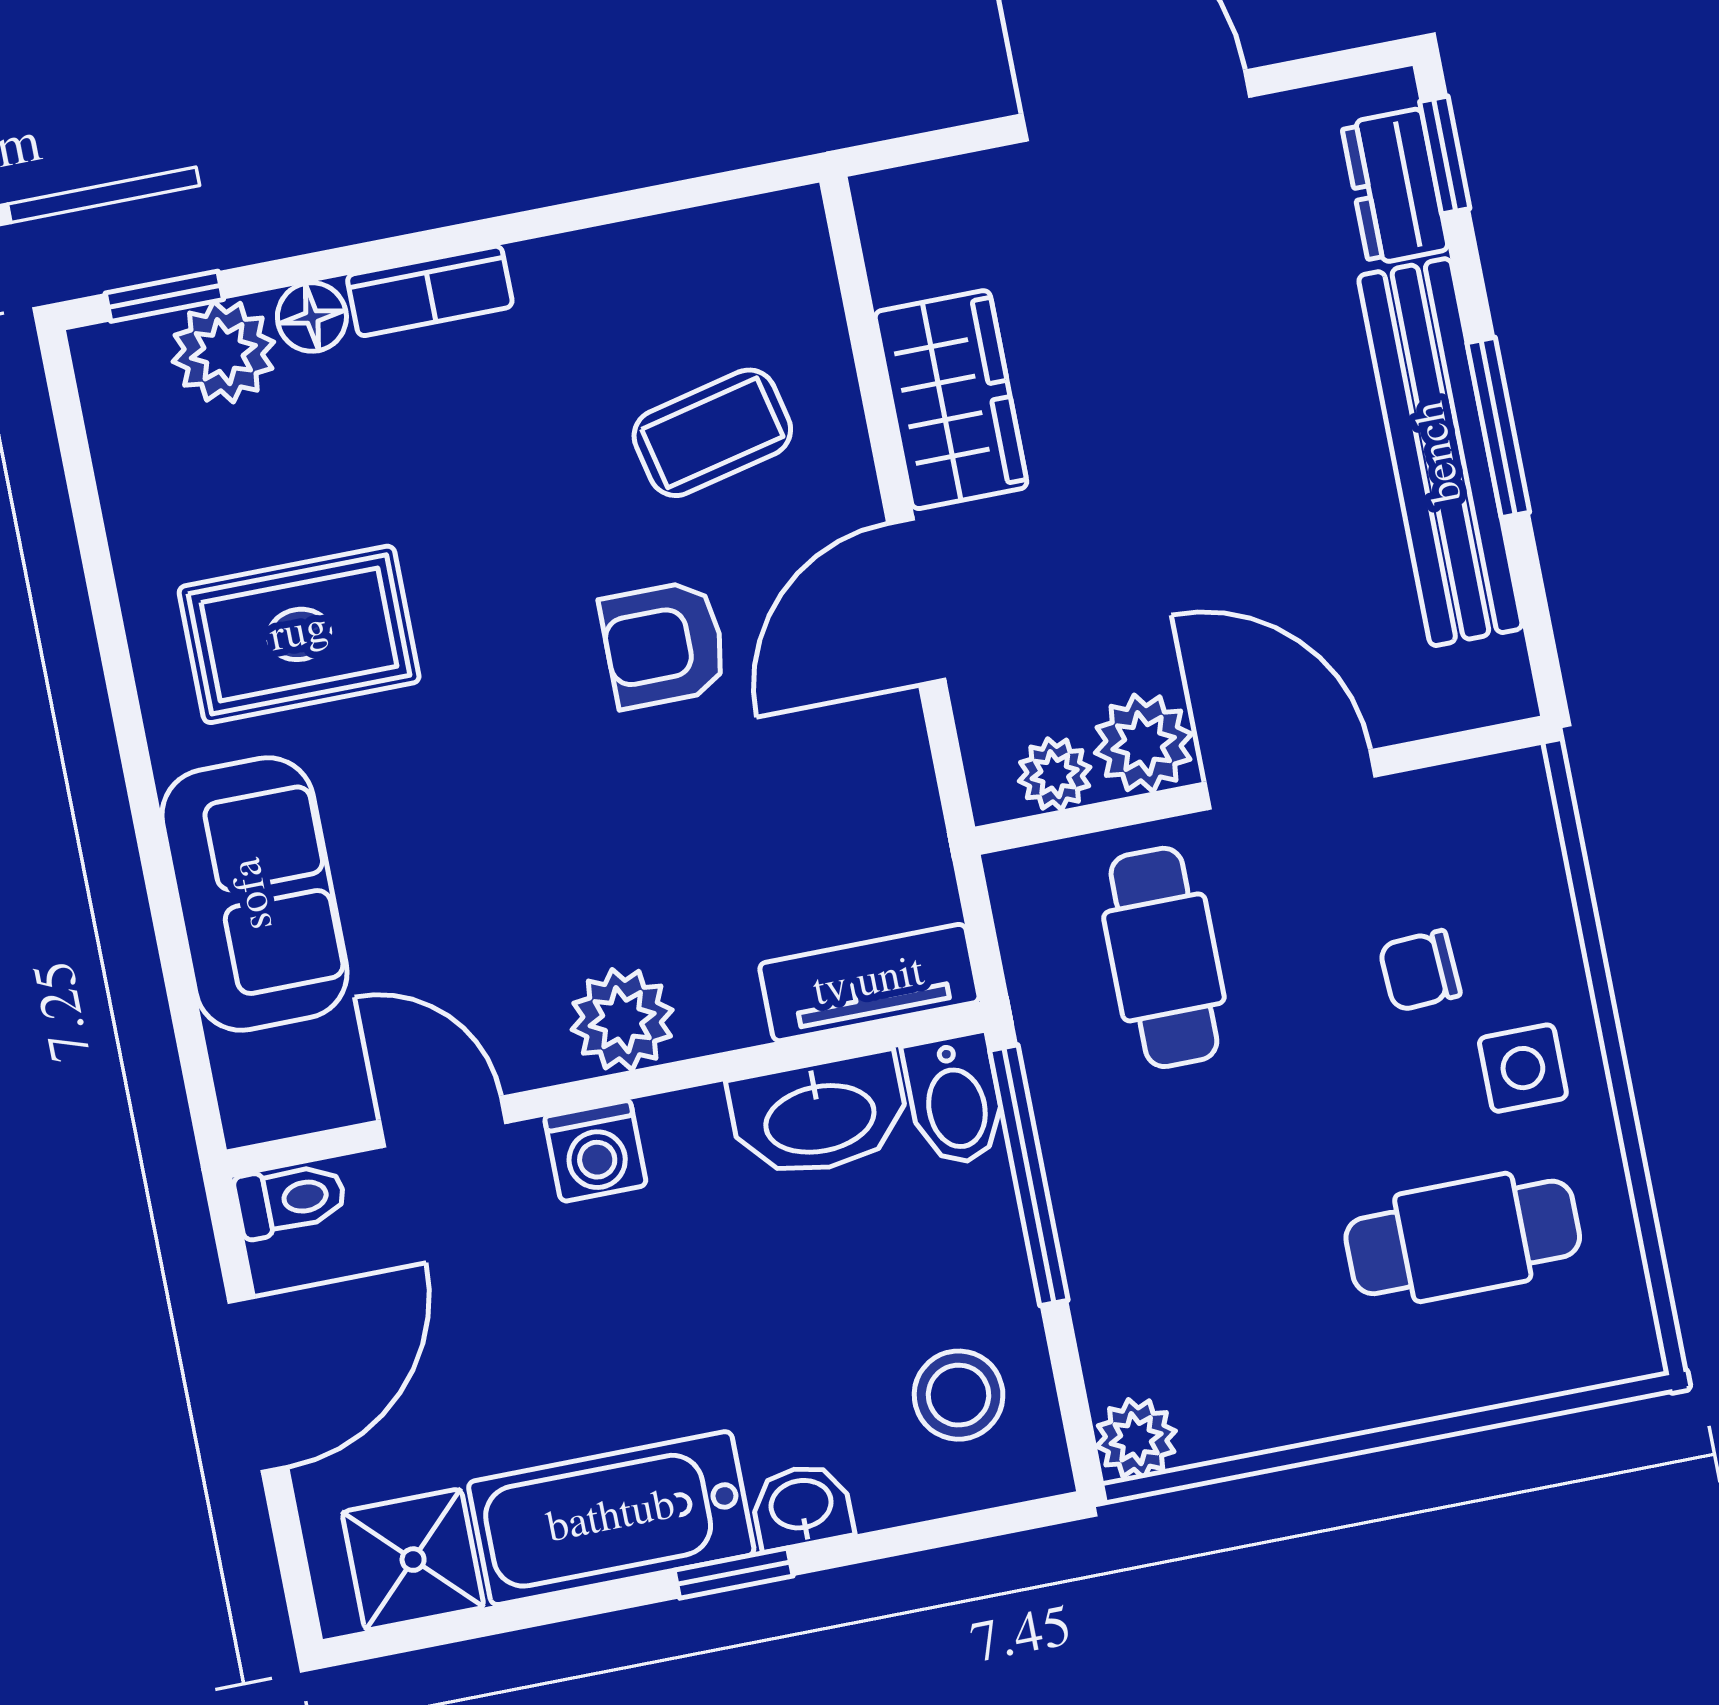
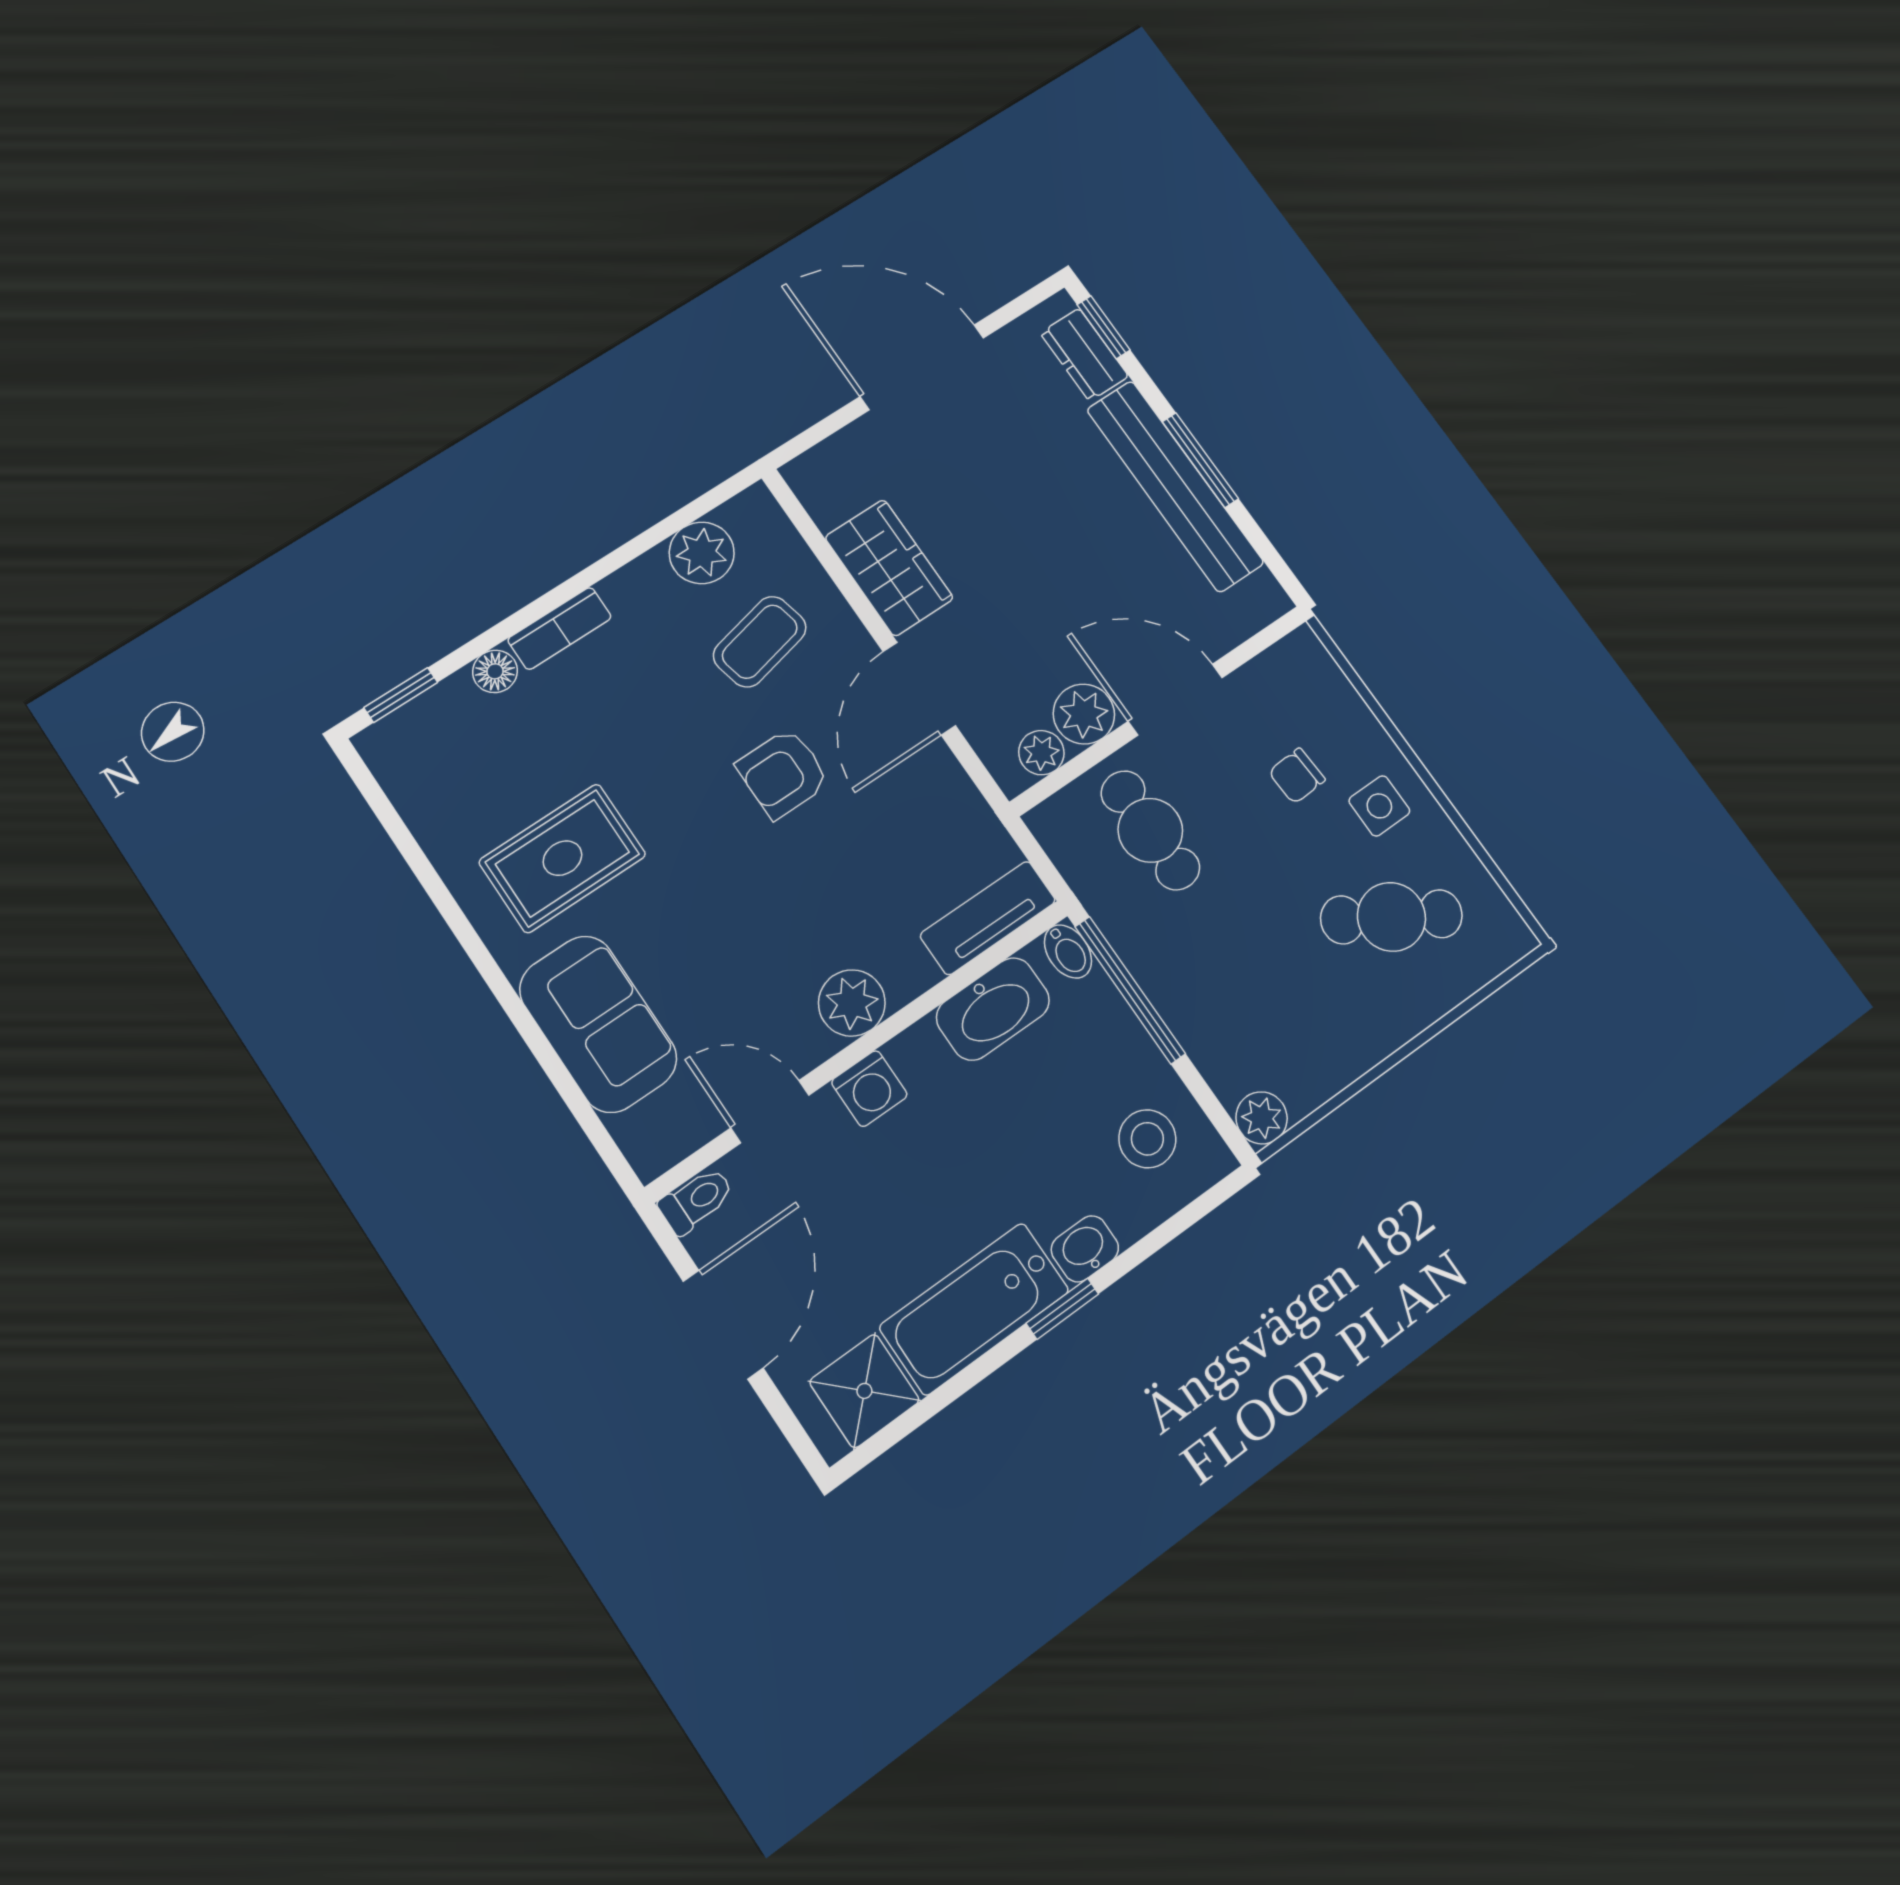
plant: (223, 352) -> (702, 553), moved
bidet: (955, 1100) -> (1068, 952), width x0.72, depth x0.74
cafe table: (1463, 1237) -> (1391, 917), turned 31

